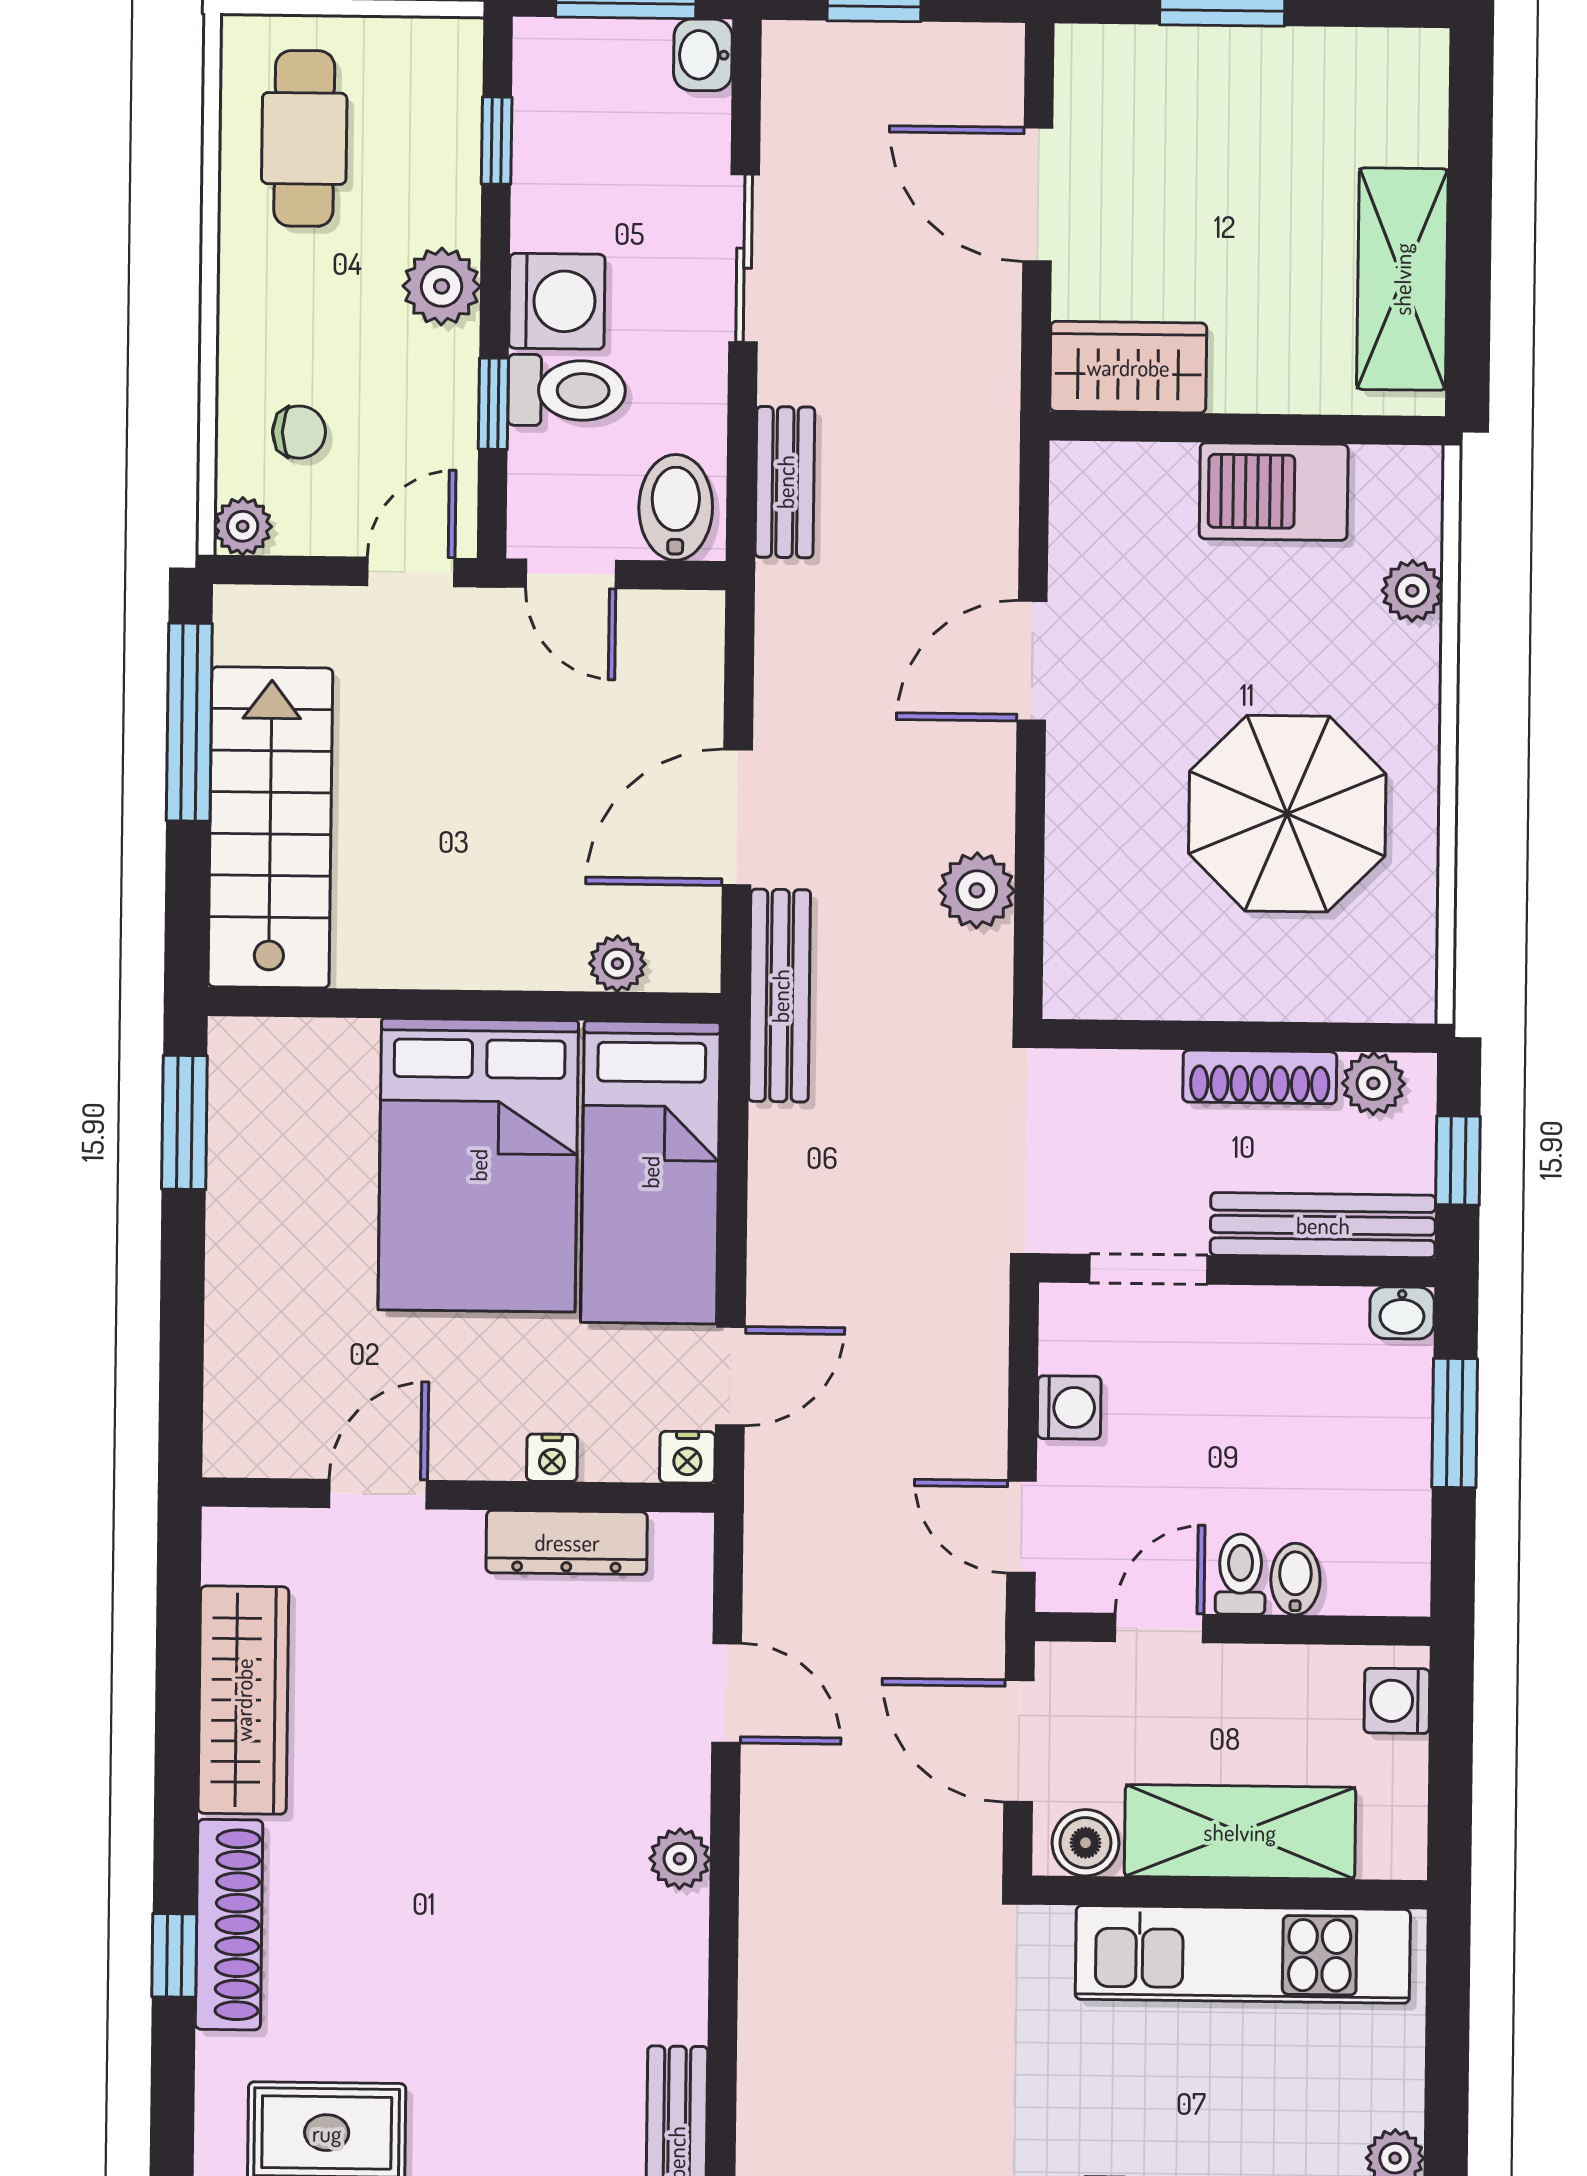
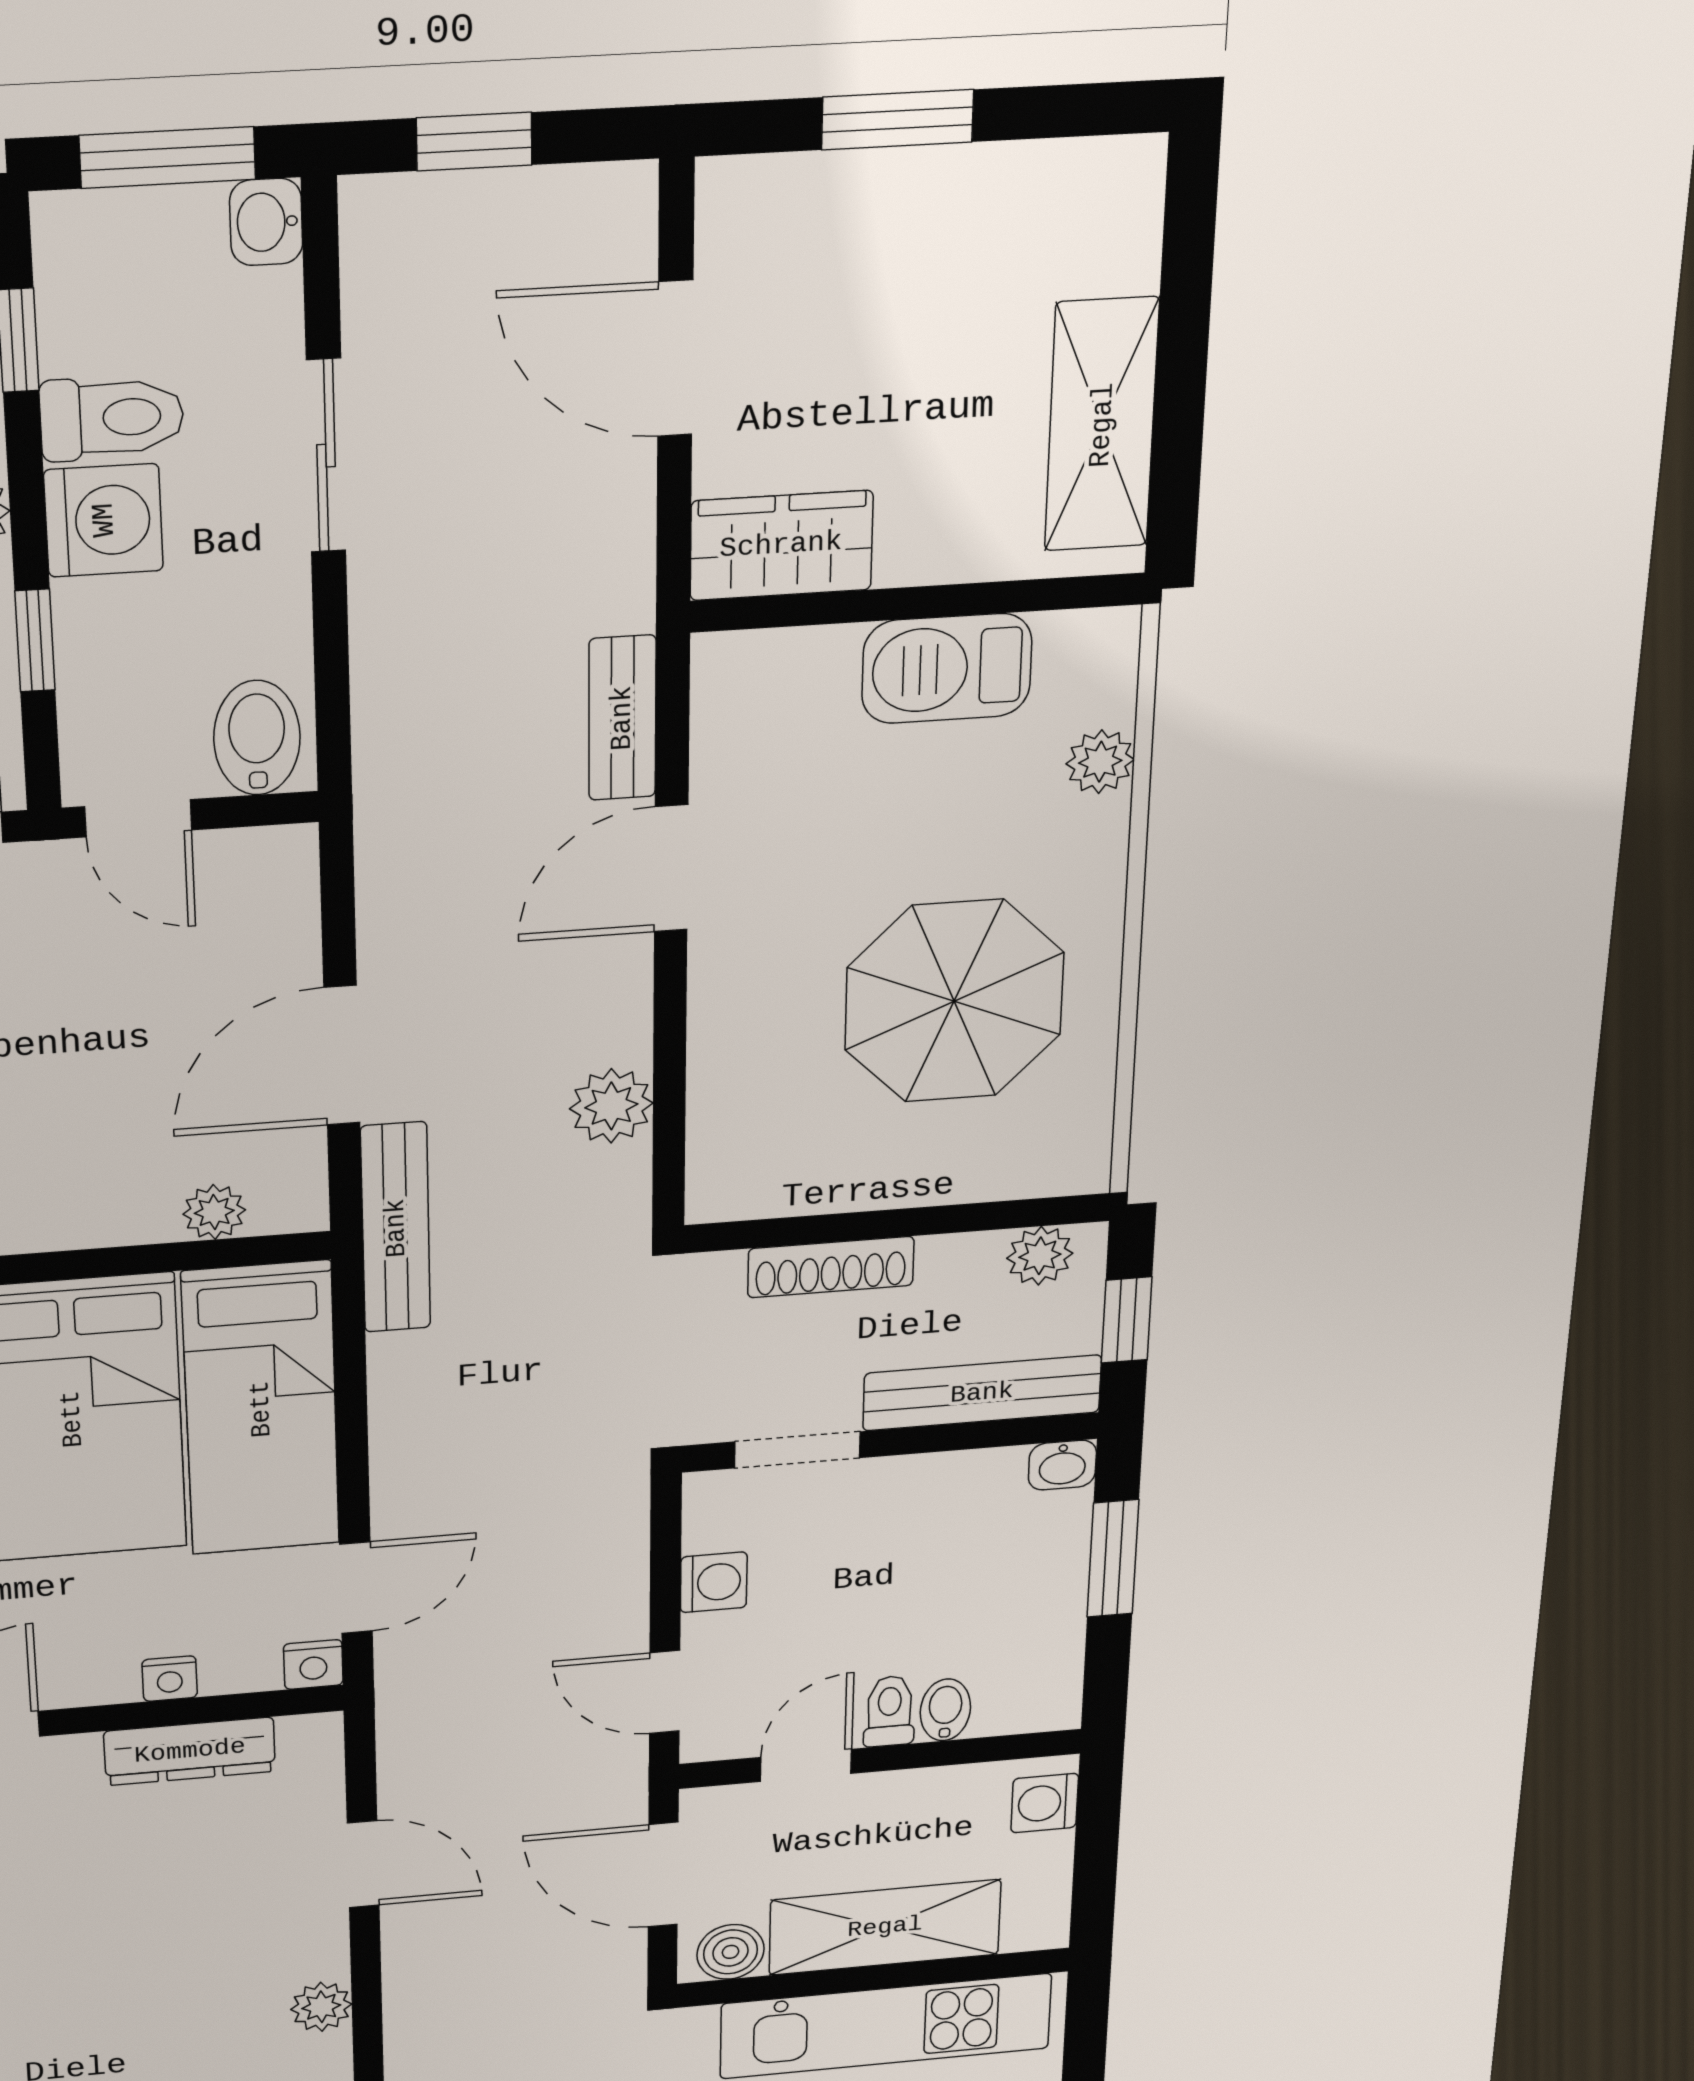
toilet: (567, 390) -> (112, 418), moved
bench: (785, 482) -> (622, 718), moved
shoe rack: (1260, 1077) -> (831, 1267), moved

